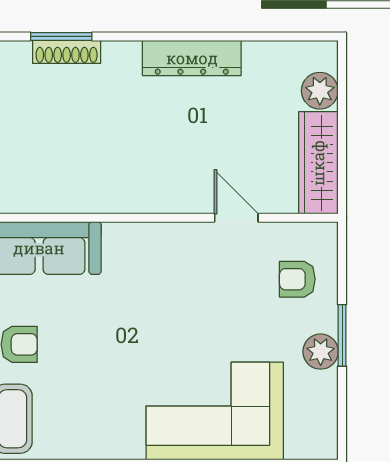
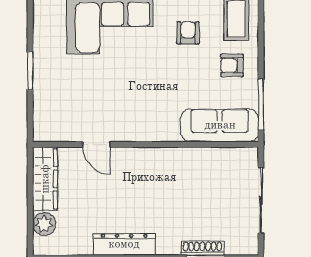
armchair: (297, 279) -> (188, 33), moved, turned -90
plant: (321, 352) -> (44, 61), removed

